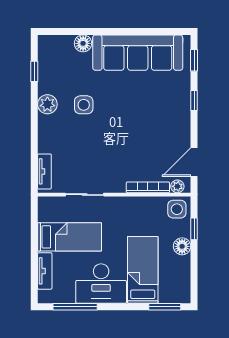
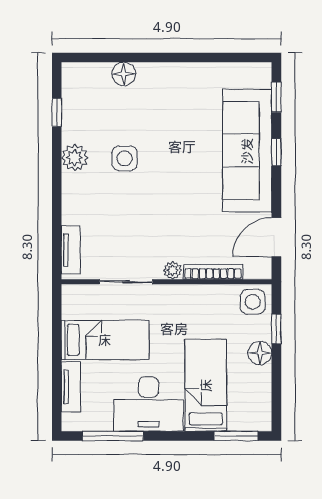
sofa: (138, 53) -> (247, 151), moved, turned 90
plant: (177, 186) -> (173, 270), moved

